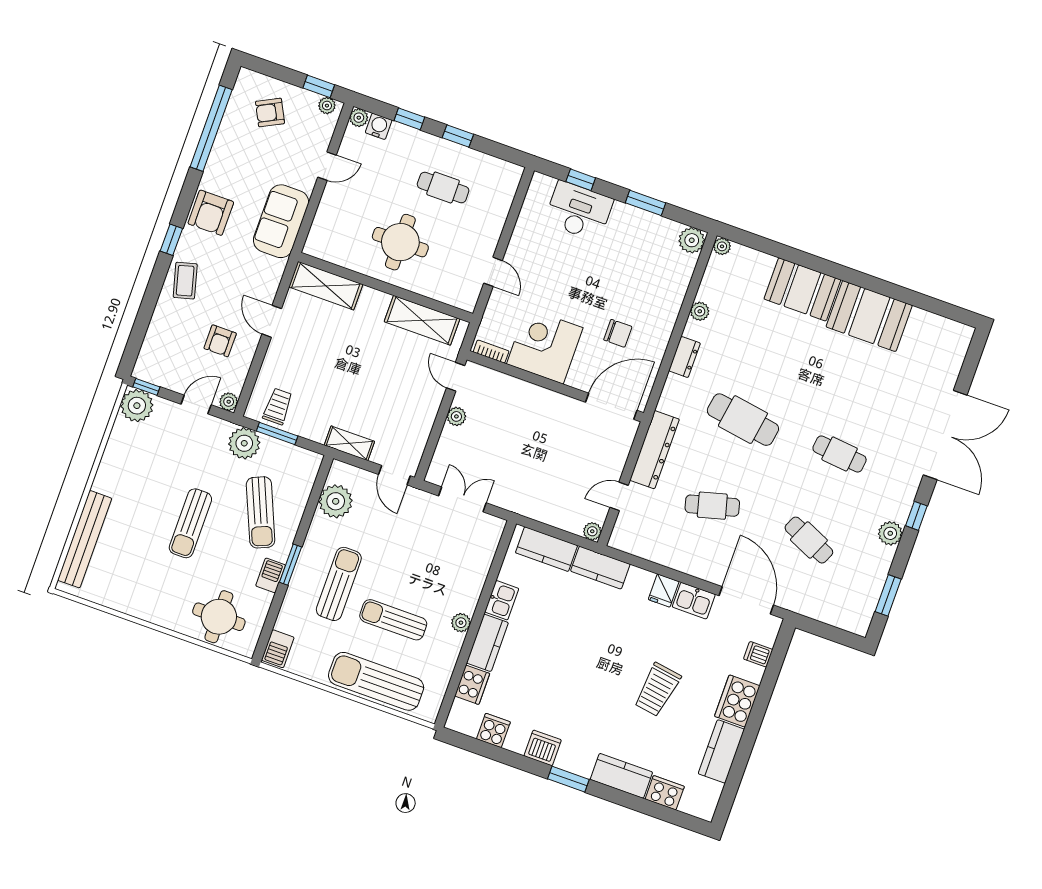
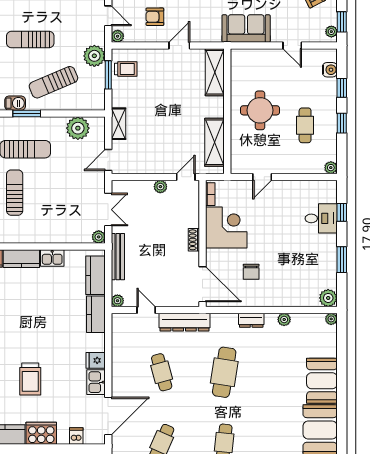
plant: (359, 118) -> (331, 168), moved
desk: (579, 211) -> (321, 218), width x0.73
shoe rack: (546, 396) -> (194, 240), added
bench: (532, 509) -> (118, 257), added
plant: (461, 623) -> (99, 237), moved
trolley: (657, 690) -> (30, 379), turned -99

